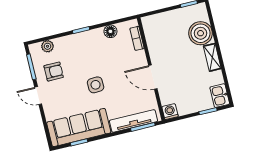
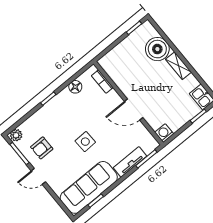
plant: (47, 46) -> (16, 135), moved
armchair: (54, 72) -> (42, 148), turned 180
tv unit: (133, 121) -> (130, 162), width x0.71

